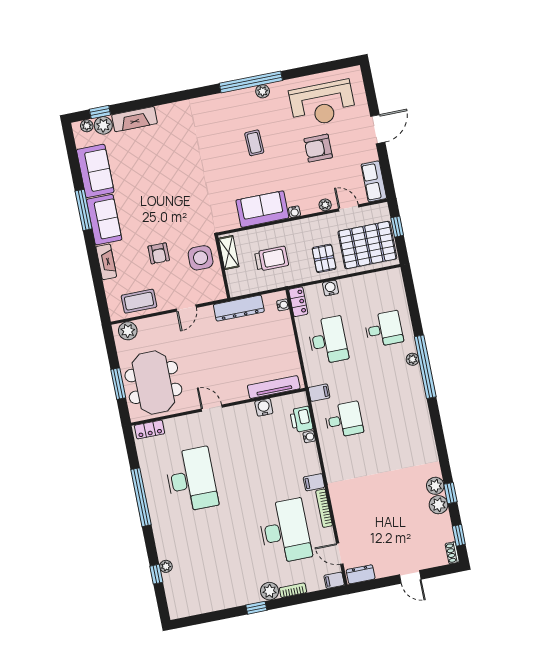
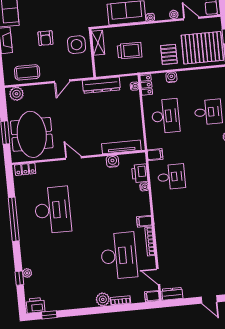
printer: (181, 608) -> (35, 305), added
window: (256, 608) -> (49, 315), moved

